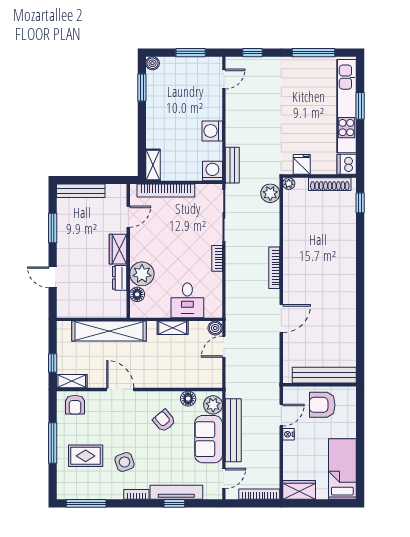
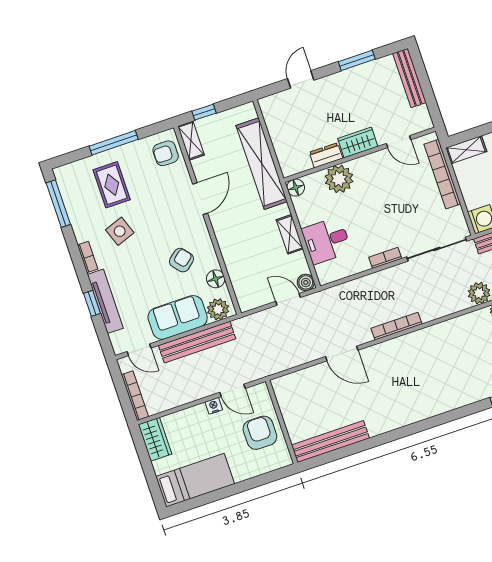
floor lamp: (137, 294) -> (296, 188), moved
bench: (324, 375) -> (330, 442), moved, turned 90

